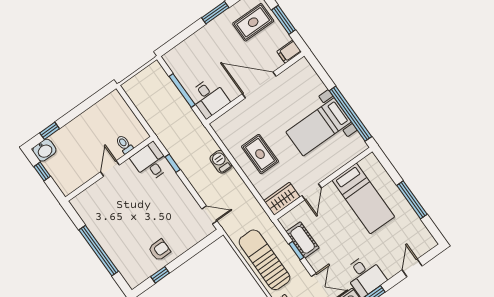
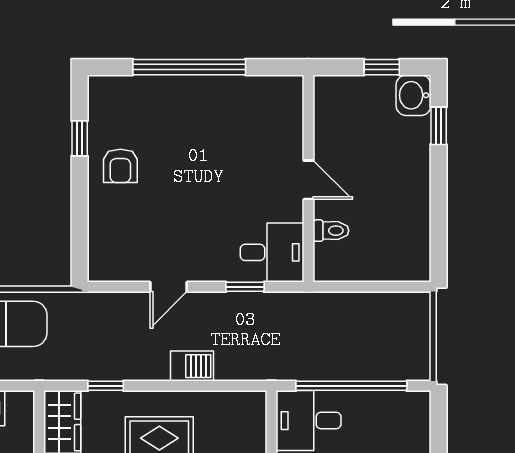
window: (182, 90) -> (351, 386), width x1.46
window: (254, 191) -> (106, 386), added
door: (209, 215) -> (169, 287), moved

